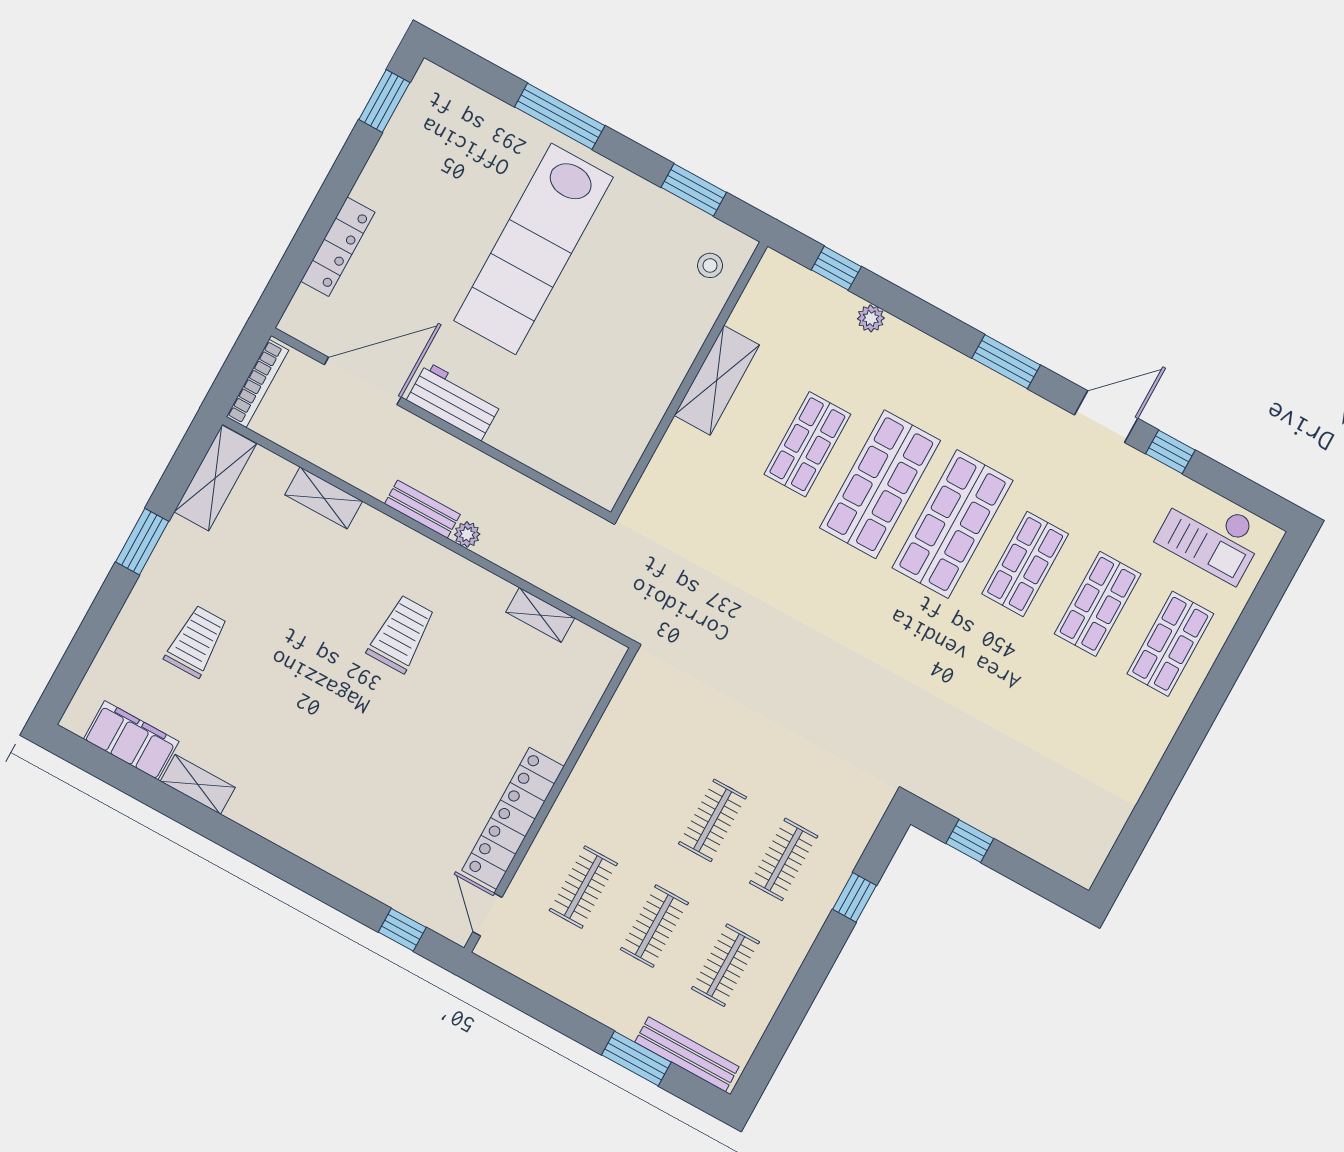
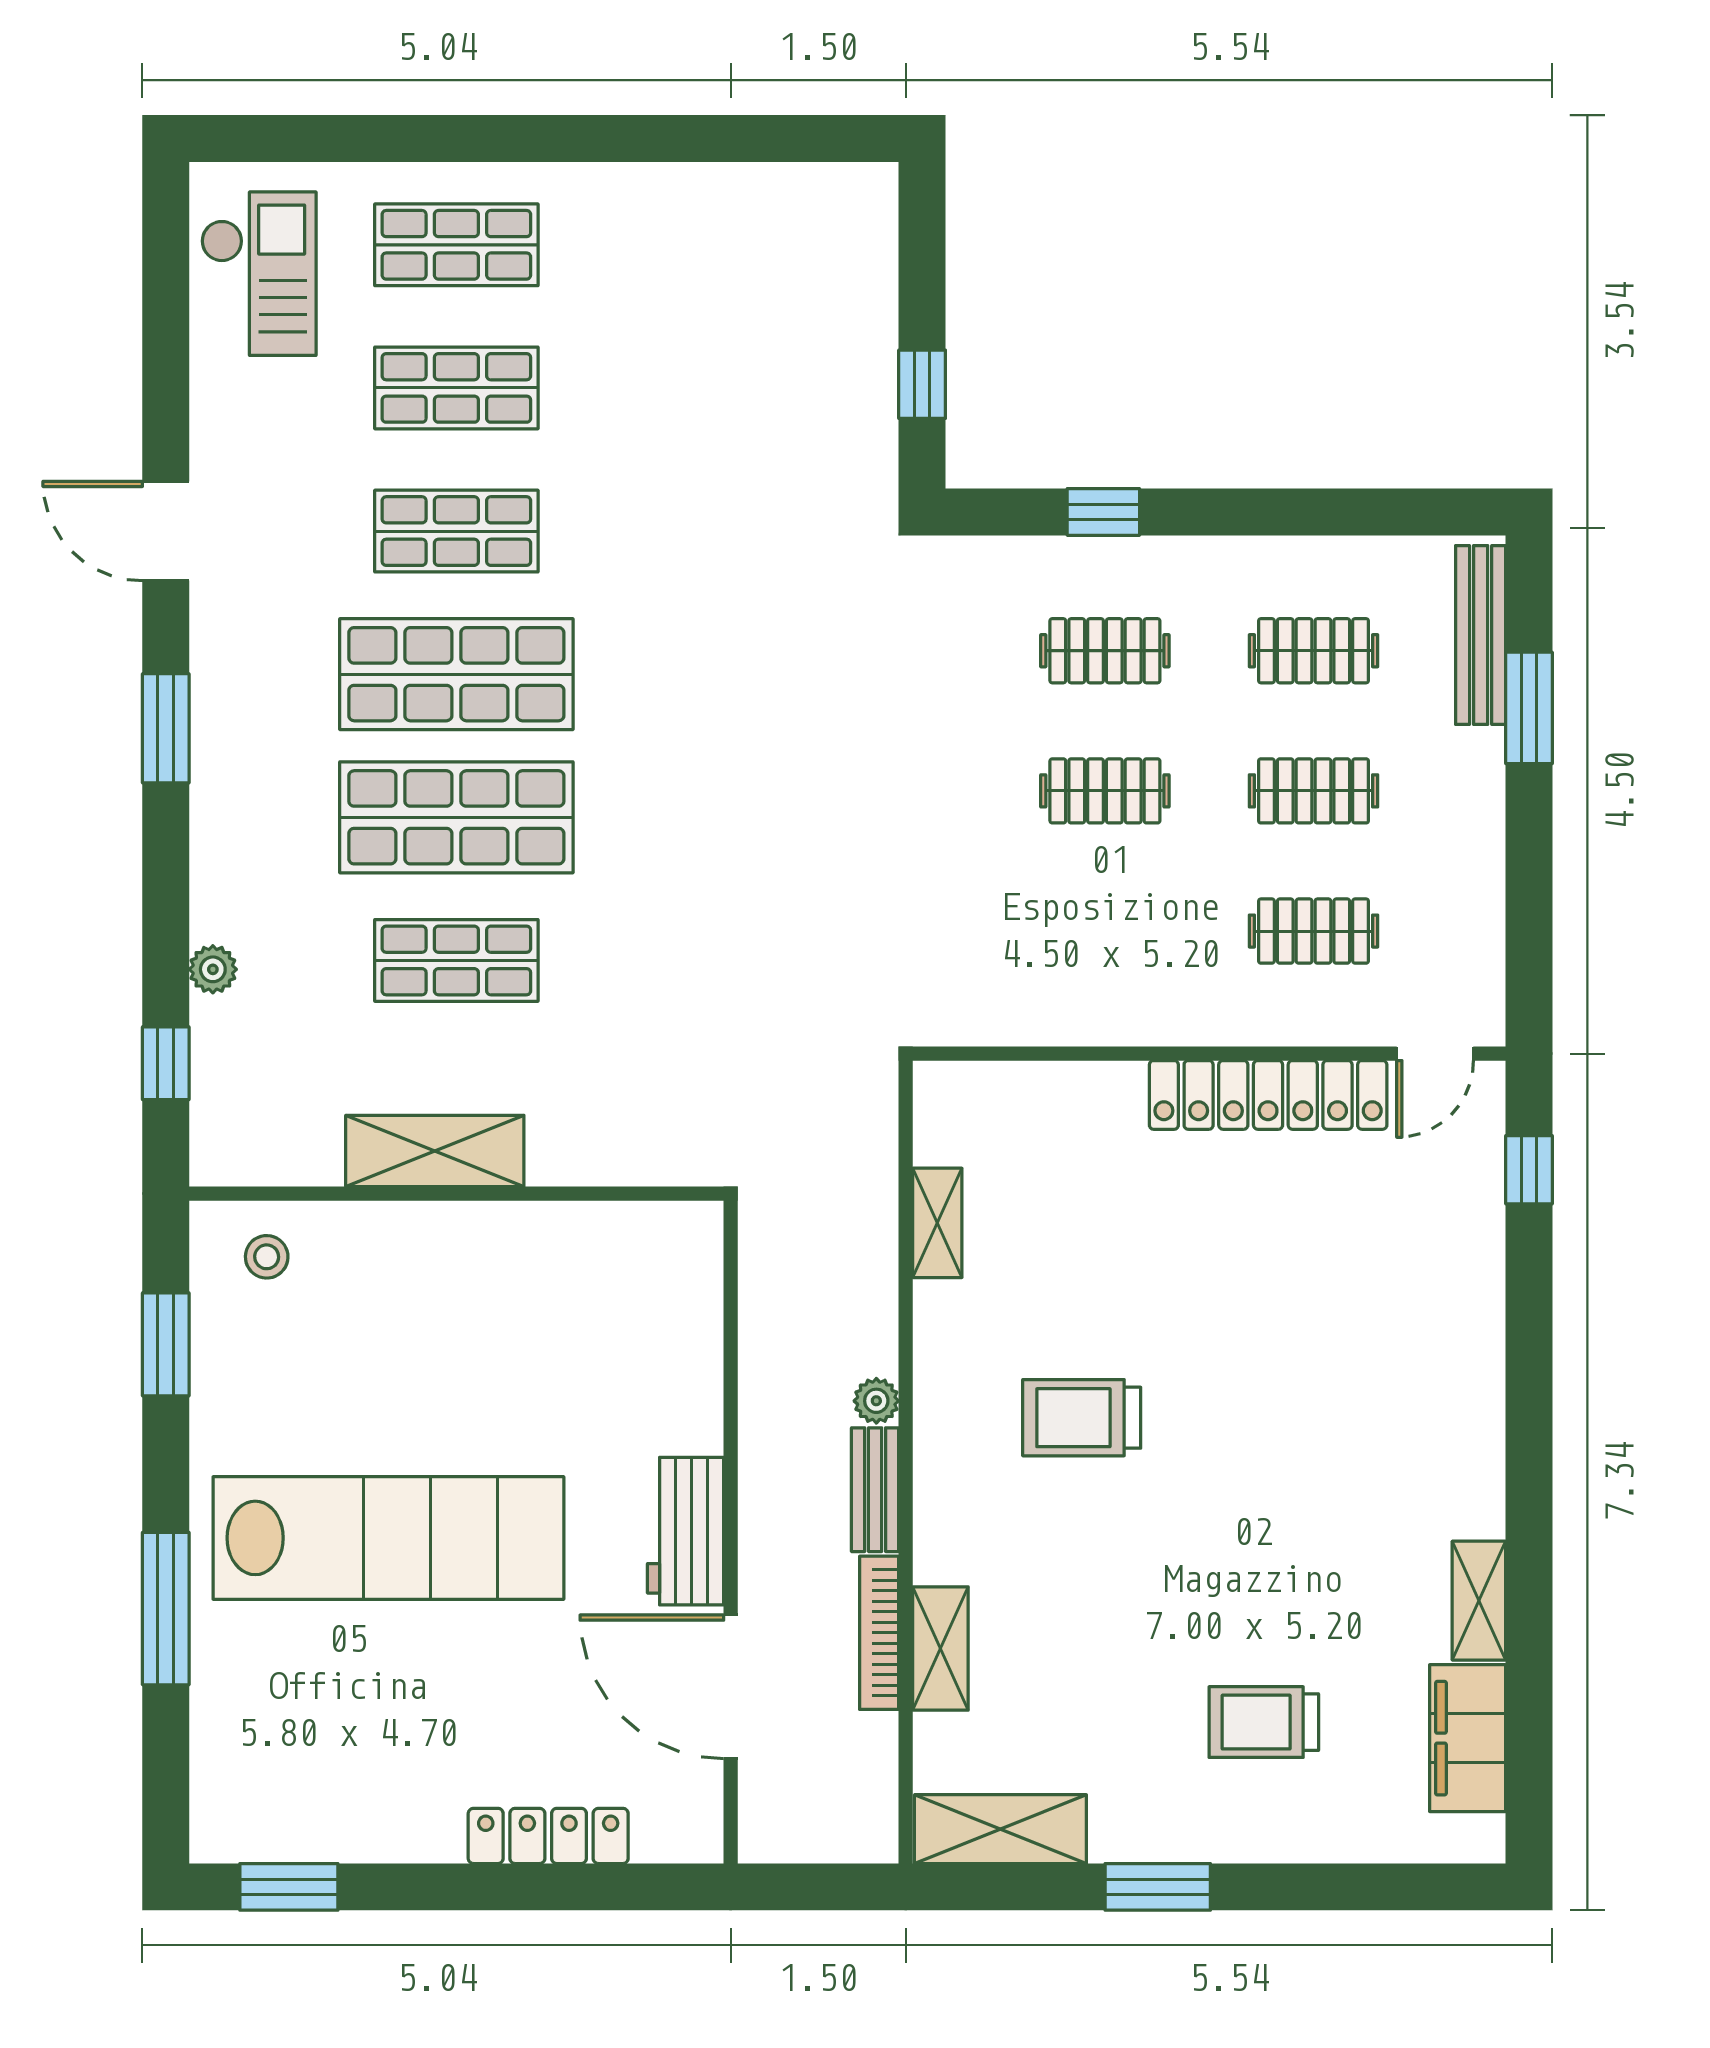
bookcase: (257, 383) -> (879, 1633), moved, turned -90
window: (1170, 452) -> (166, 404), removed

